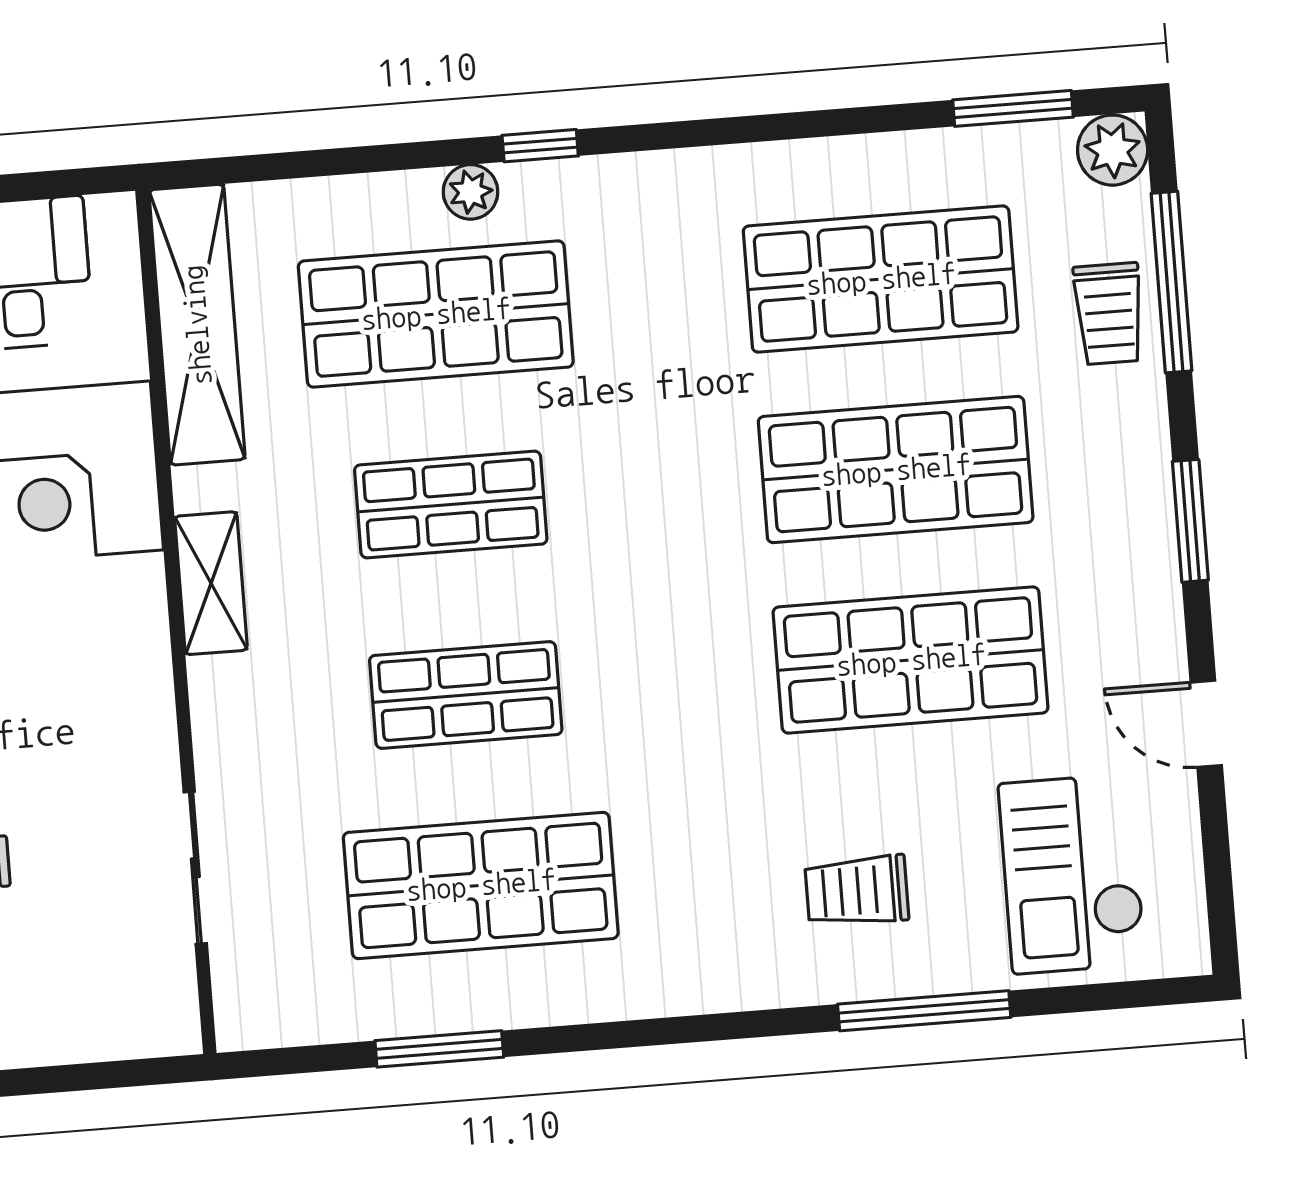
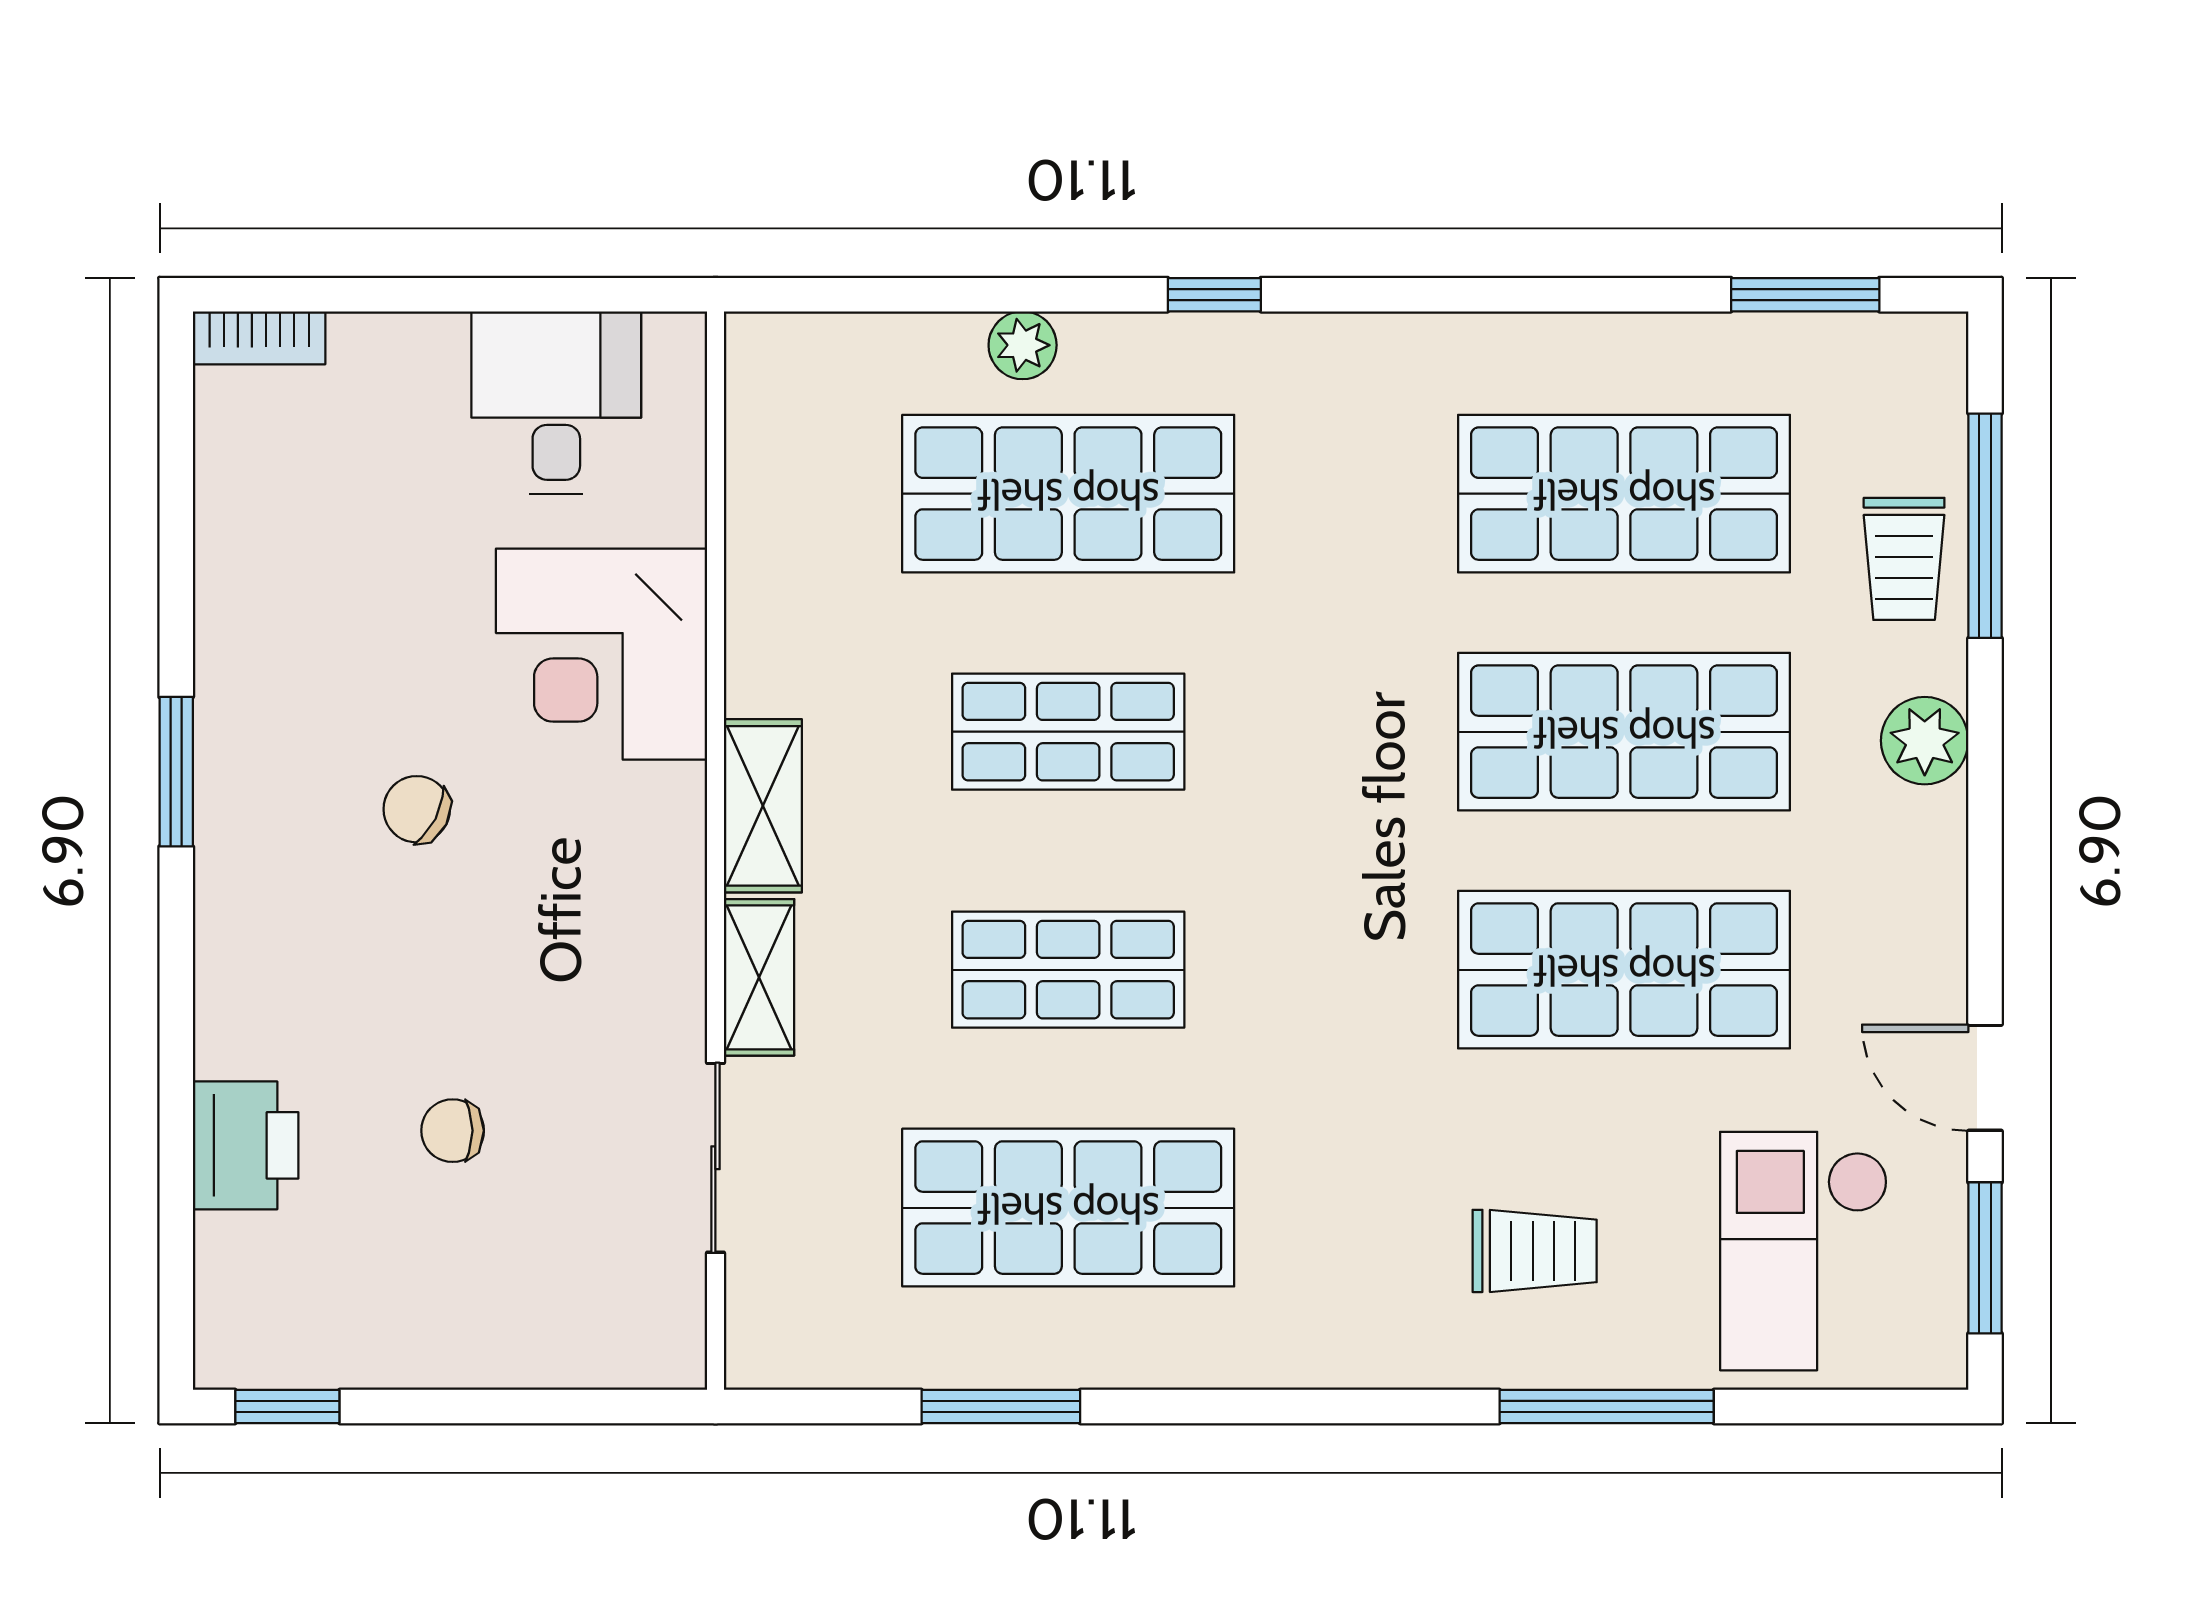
plant: (1113, 150) -> (1925, 741), moved
plant: (471, 192) -> (1023, 345), moved
shelving: (197, 325) -> (759, 977), moved, width x0.45, depth x0.75
window: (1190, 521) -> (1985, 1258), moved
trolley: (857, 891) -> (1535, 1251), turned 180

